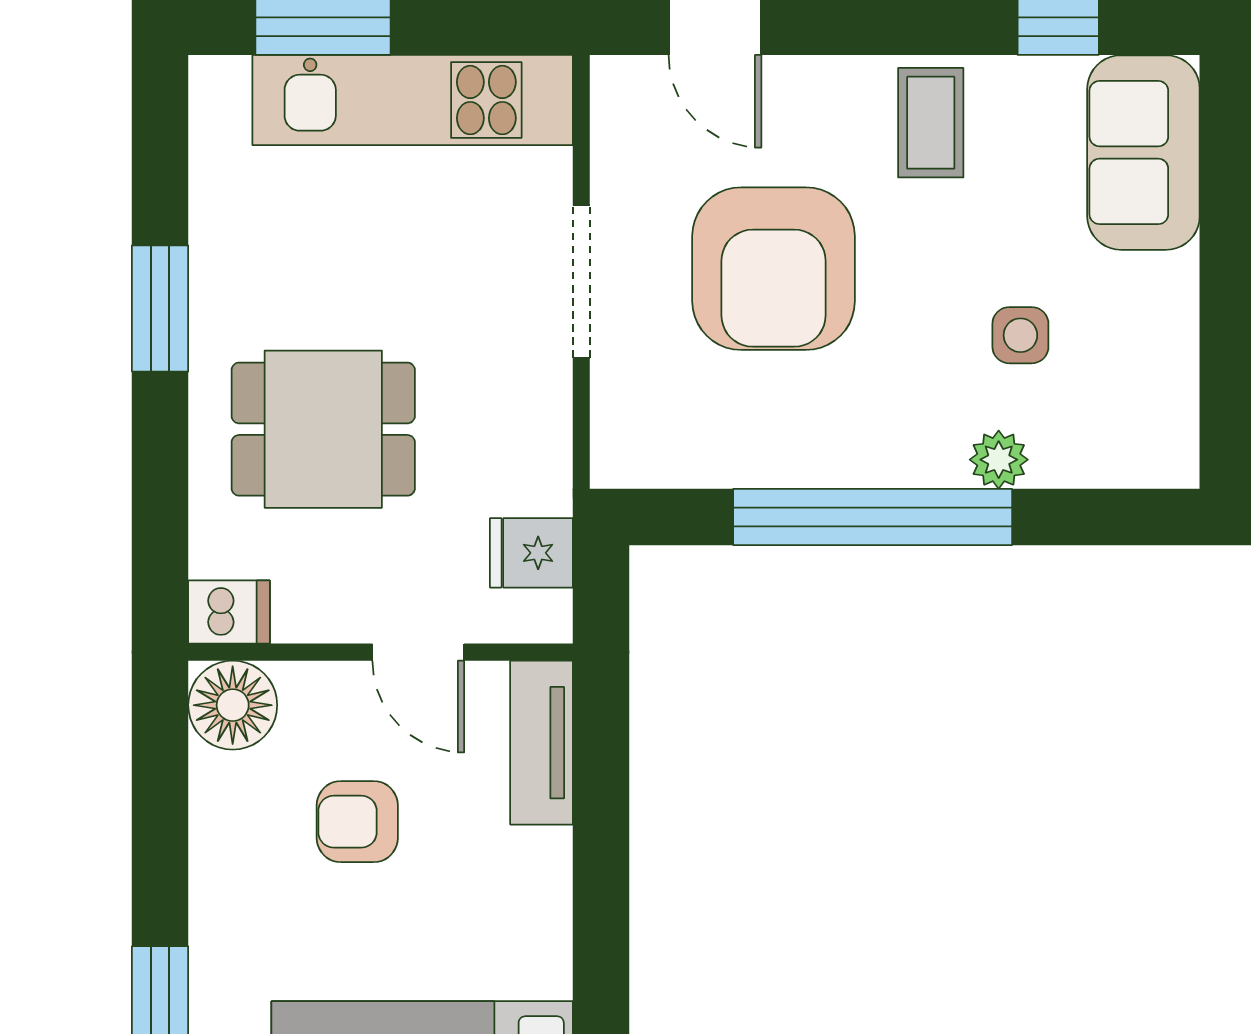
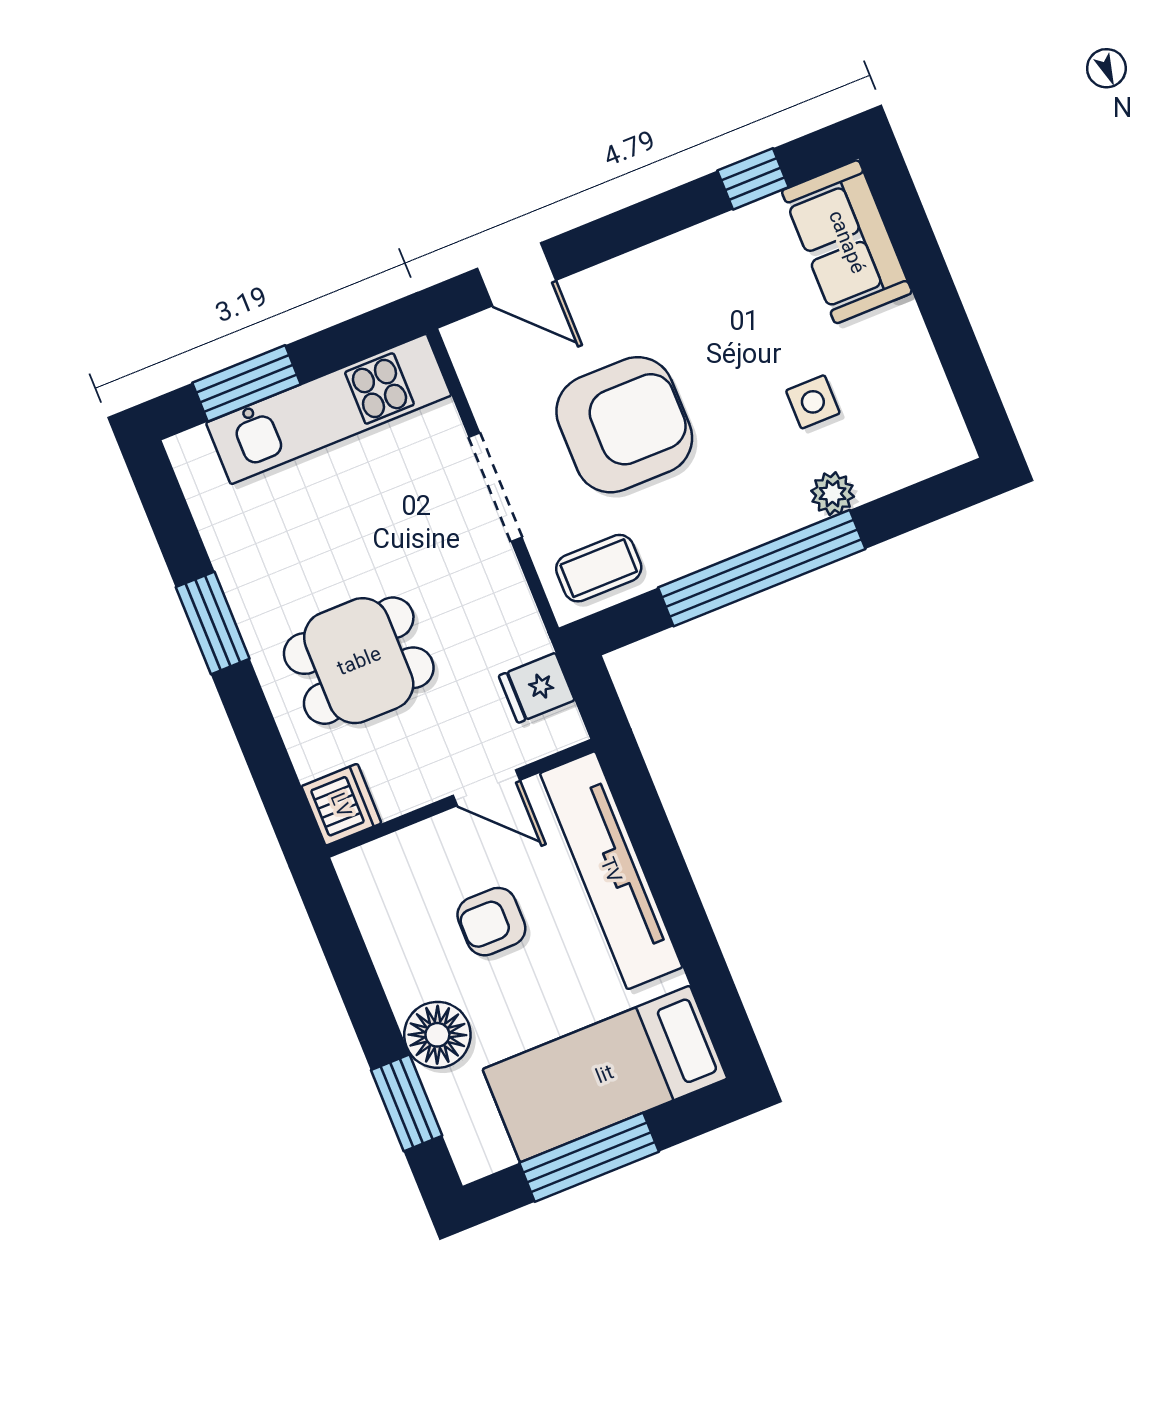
coffee table: (931, 123) -> (599, 568), moved, turned 90
armchair: (774, 269) -> (624, 425), turned -90
dishwasher: (229, 612) -> (341, 805), width x1.38
floor lamp: (233, 705) -> (437, 1035), moved
tv unit: (542, 743) -> (611, 870), width x1.92, depth x1.29

